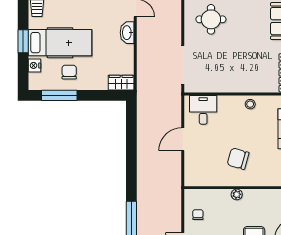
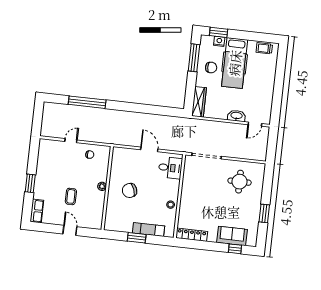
window: (23, 41) -> (219, 32), moved
wardrobe: (121, 83) -> (199, 102), width x1.50
chair: (238, 159) -> (130, 191), turned -127

